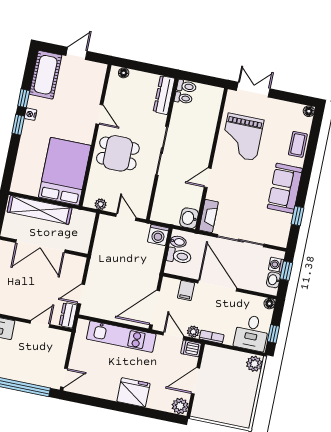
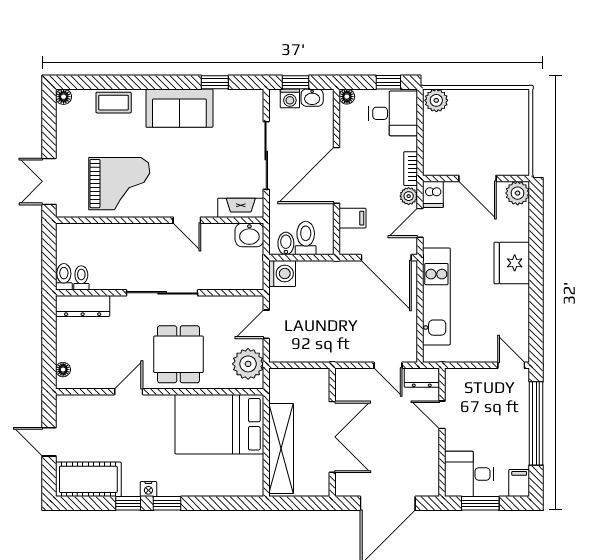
plant: (101, 204) -> (248, 364), width x1.88, depth x1.88

